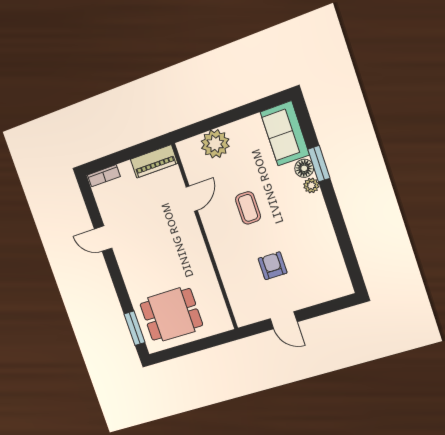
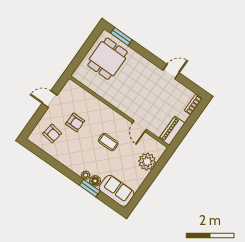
armchair: (314, 274) -> (52, 134), added

